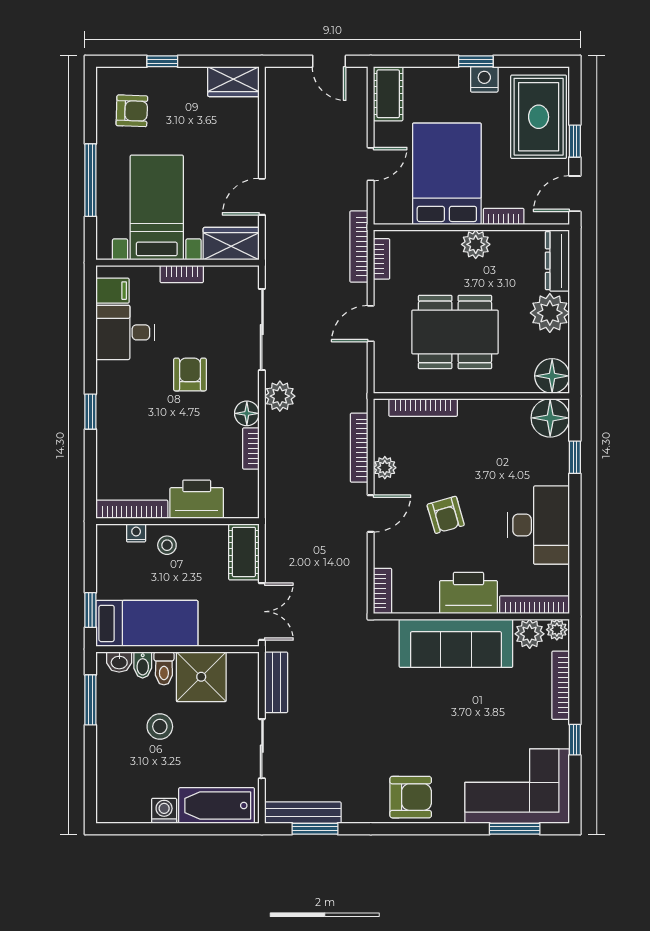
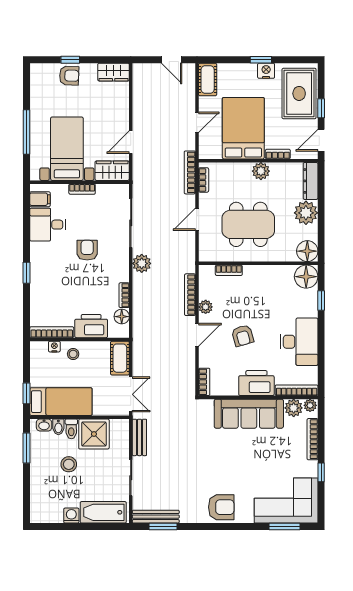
armchair: (132, 111) -> (69, 76), moved
bookcase: (423, 408) -> (229, 270), width x0.64
floor lamp: (247, 413) -> (122, 317), moved

